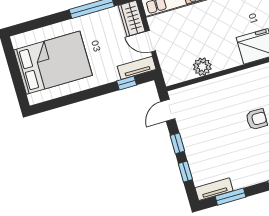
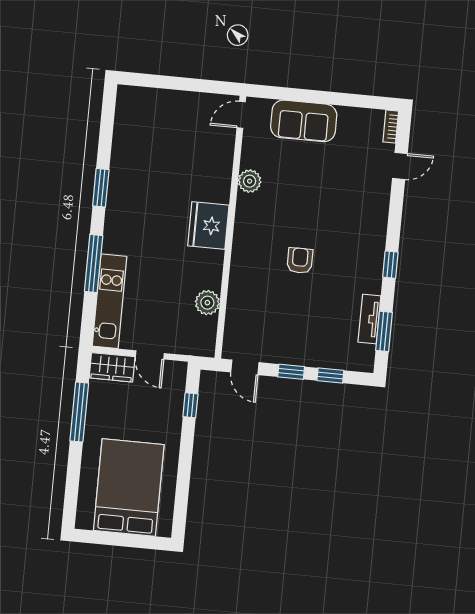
door: (150, 41) -> (150, 355), hinge flipped
tv unit: (137, 68) -> (176, 385), removed
tv unit: (214, 189) -> (369, 319), moved

